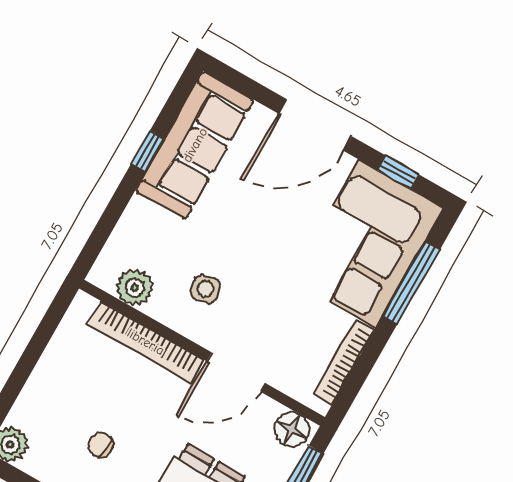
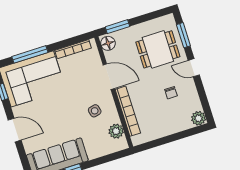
door: (315, 125) -> (15, 130), width x0.73

